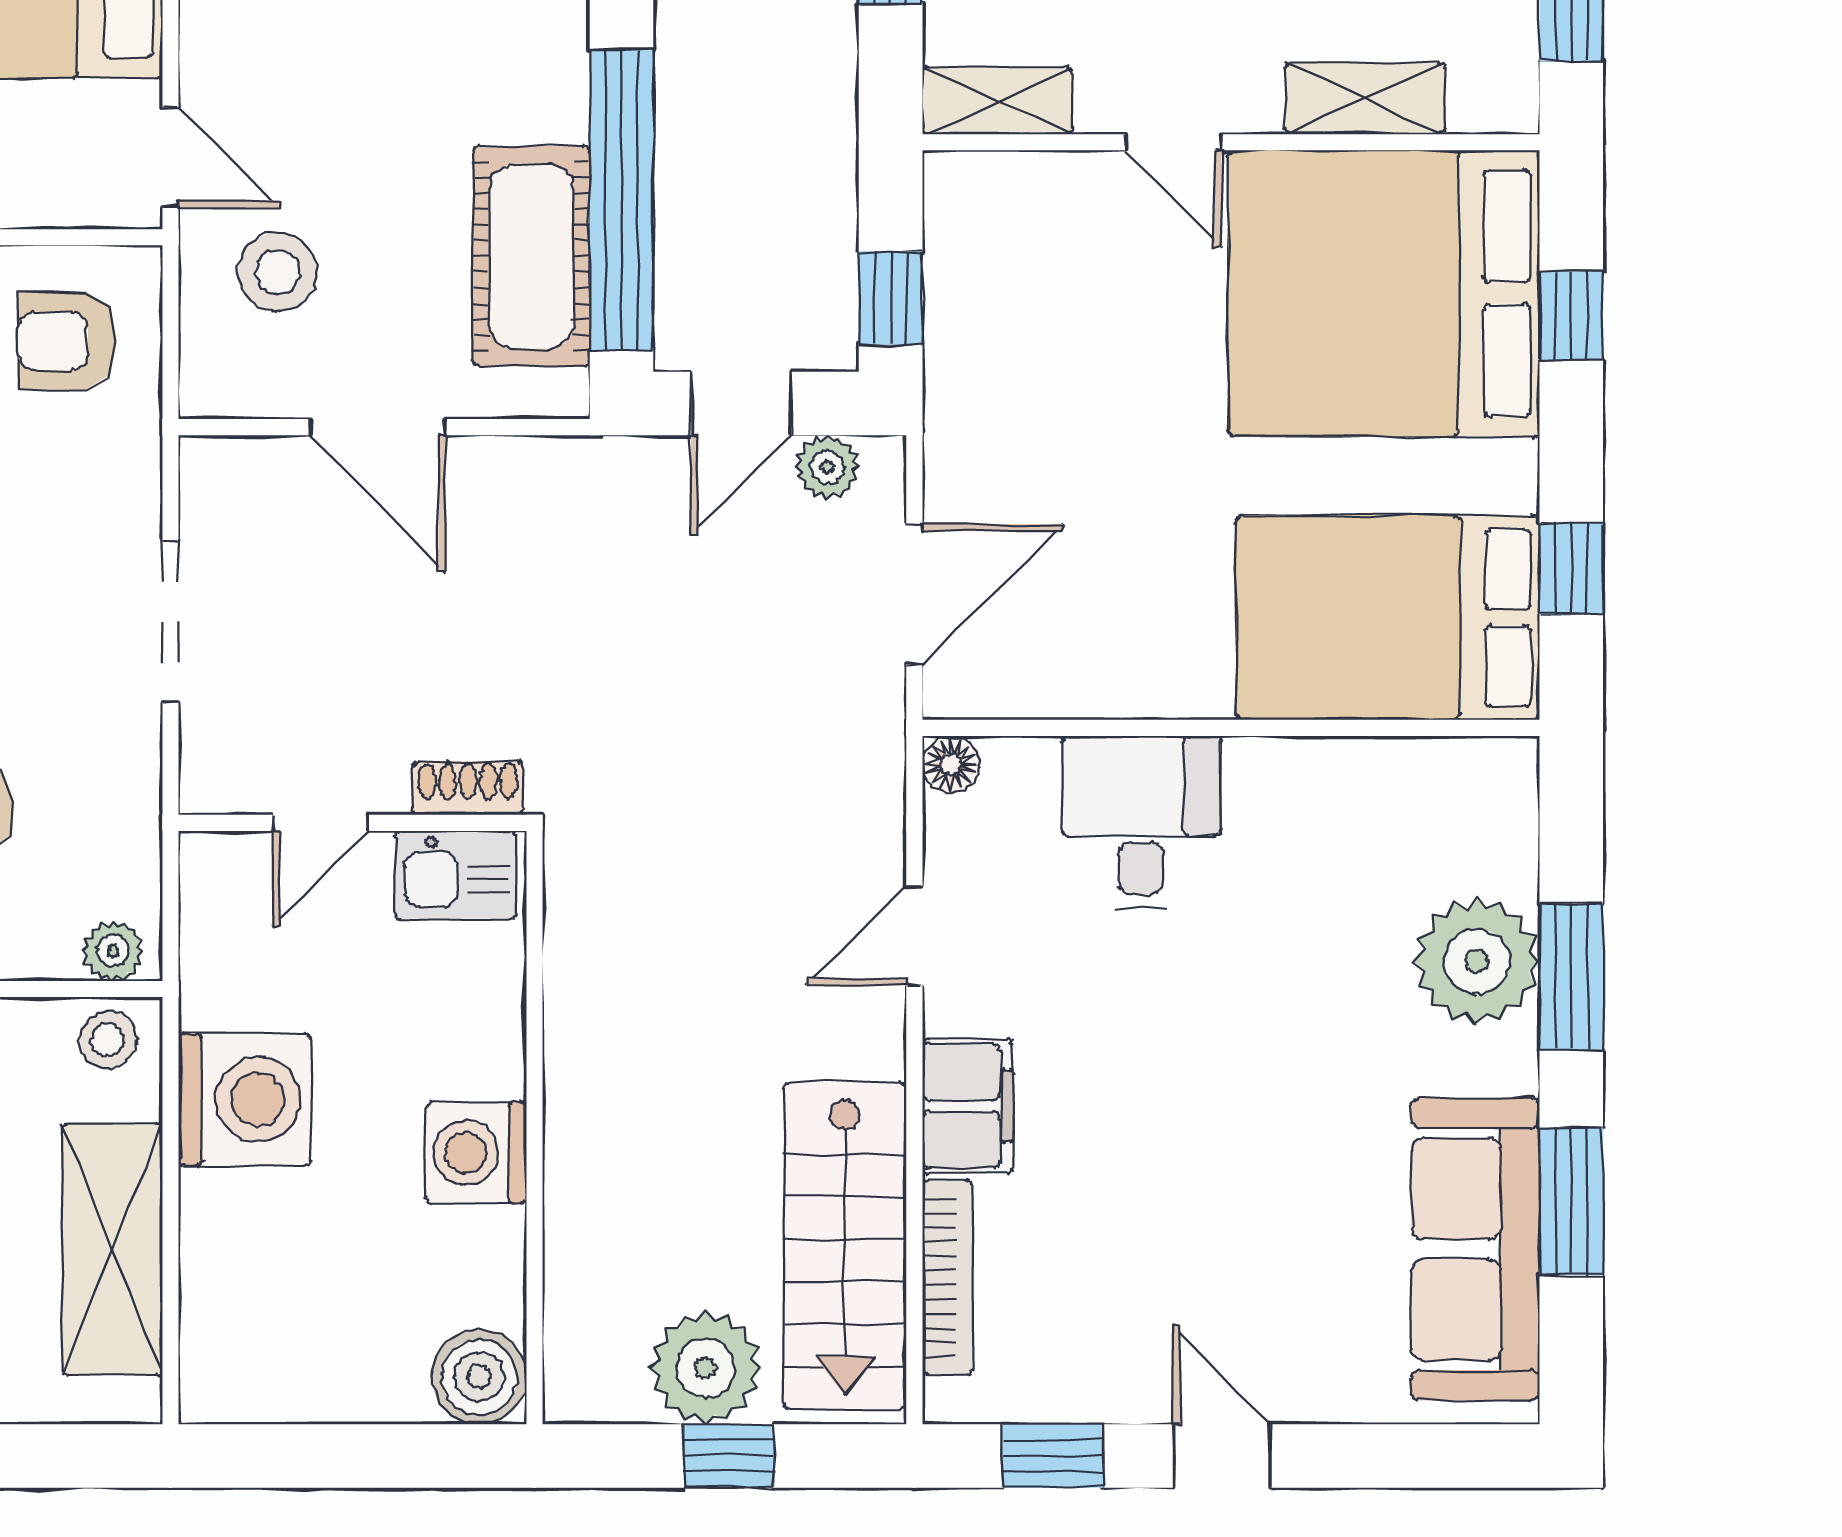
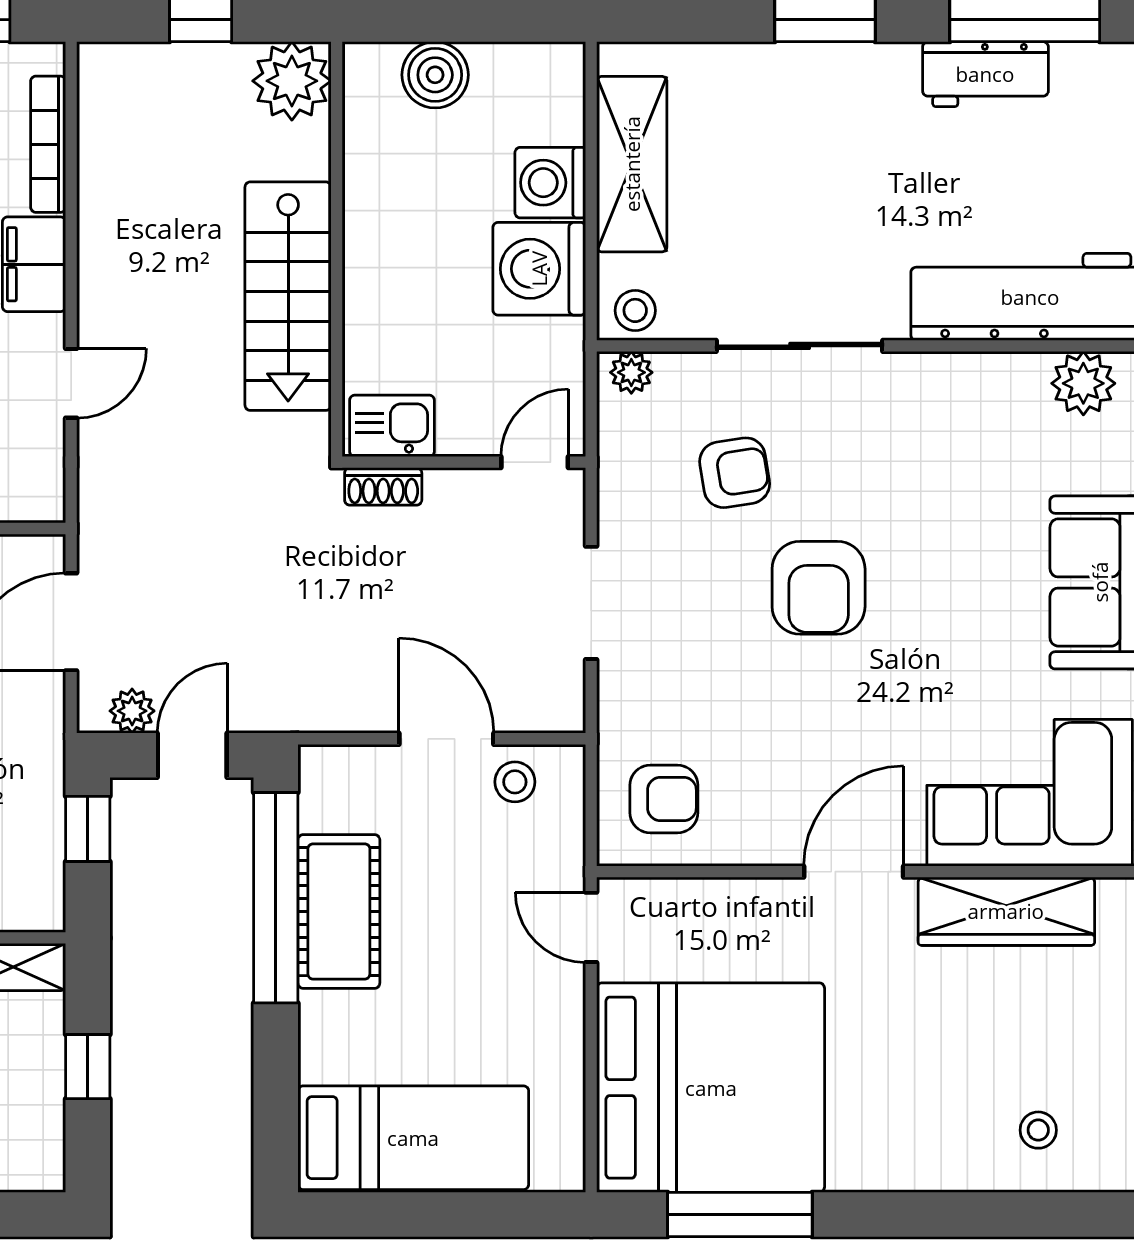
cot: (531, 256) -> (339, 911), moved
stool: (278, 272) -> (515, 782), moved, width x0.73, depth x0.73
floor lamp: (951, 764) -> (46, 503), removed
door: (321, 823) -> (535, 462), moved
washing machine: (476, 1153) -> (550, 183), moved, turned 180
stairs: (845, 1246) -> (288, 296), moved, turned 180
plant: (706, 1368) -> (292, 81), moved
boiler: (479, 1377) -> (435, 75), moved

